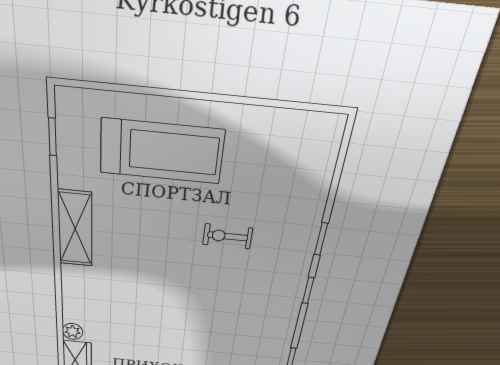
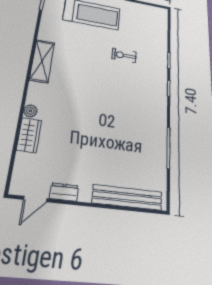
shelving: (75, 229) -> (42, 61), moved

